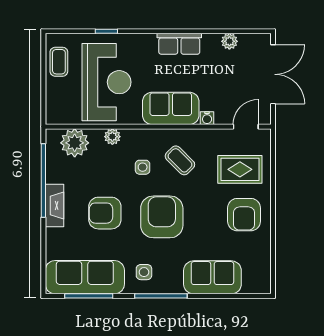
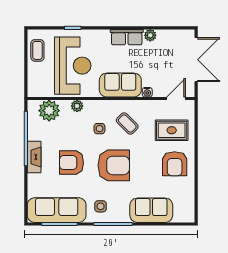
plant: (229, 41) -> (150, 35), moved
armchair: (162, 217) -> (114, 165), turned 90

